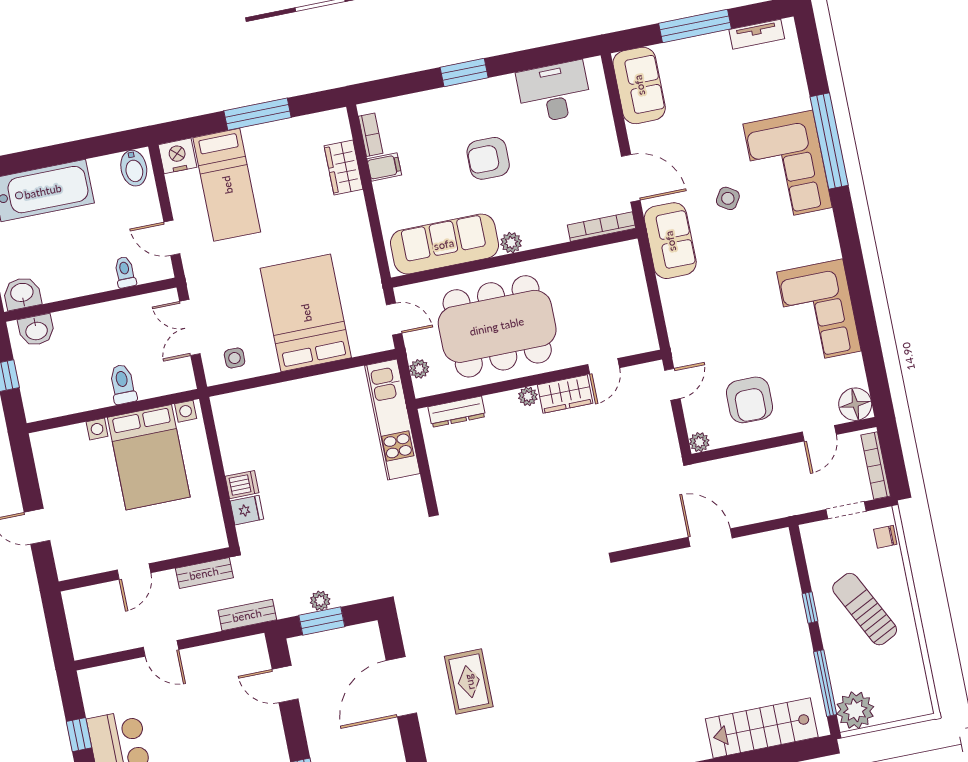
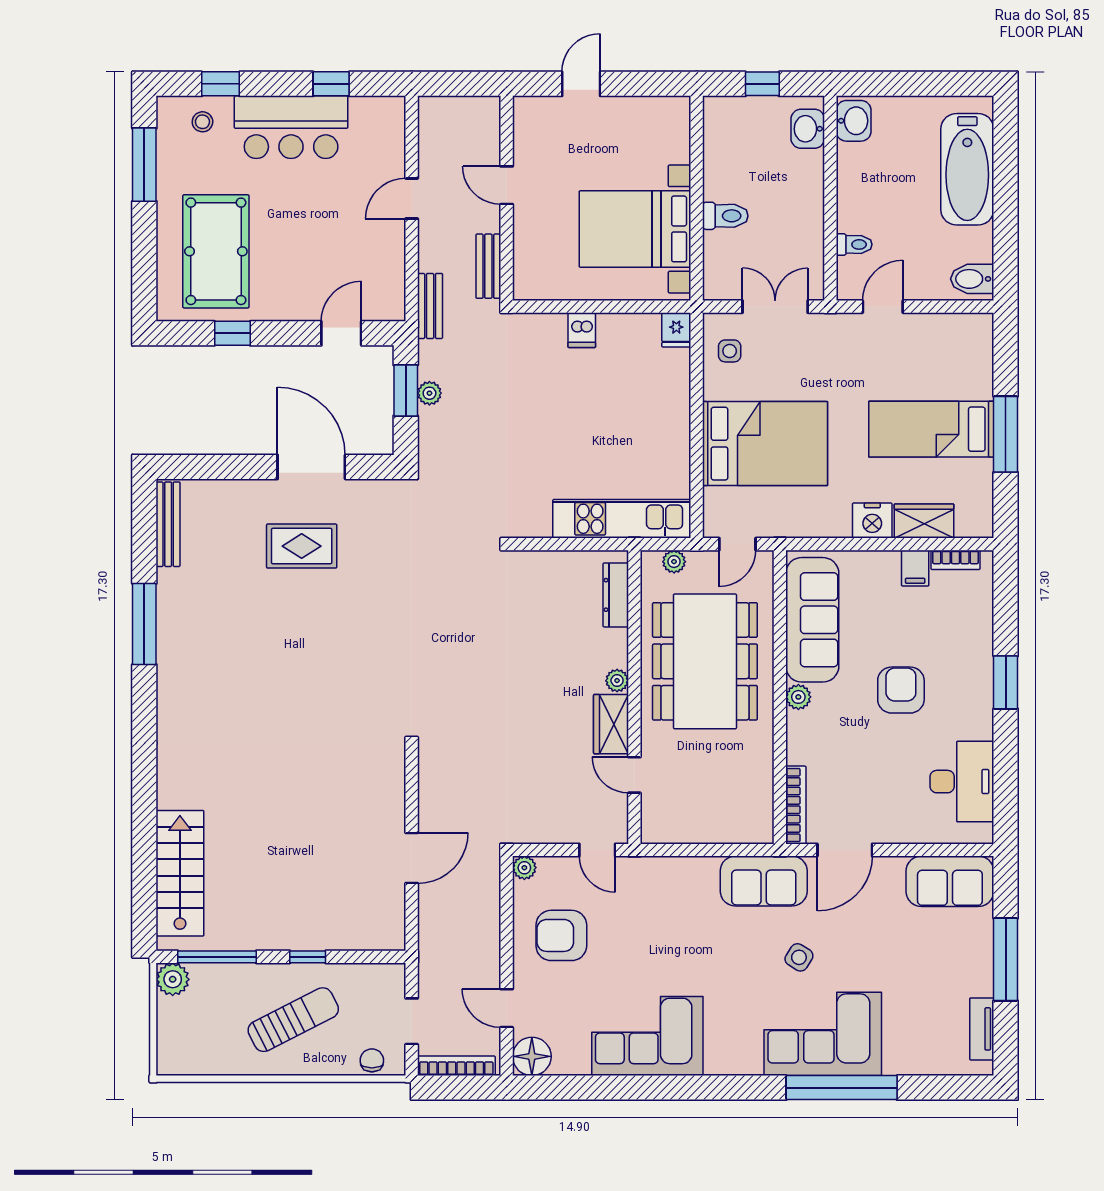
nightstand: (178, 156) -> (872, 521), moved, turned 90
bed: (227, 185) -> (931, 429), moved
fridge: (247, 510) -> (676, 330), moved
plant: (855, 710) -> (173, 979), width x0.73, depth x0.73

